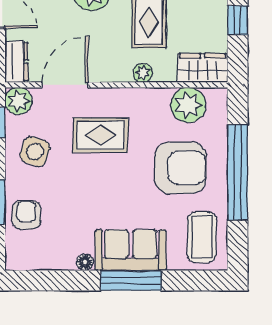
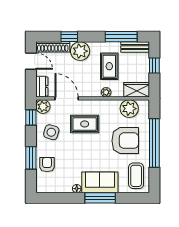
door: (65, 85) -> (67, 98), hinge flipped

